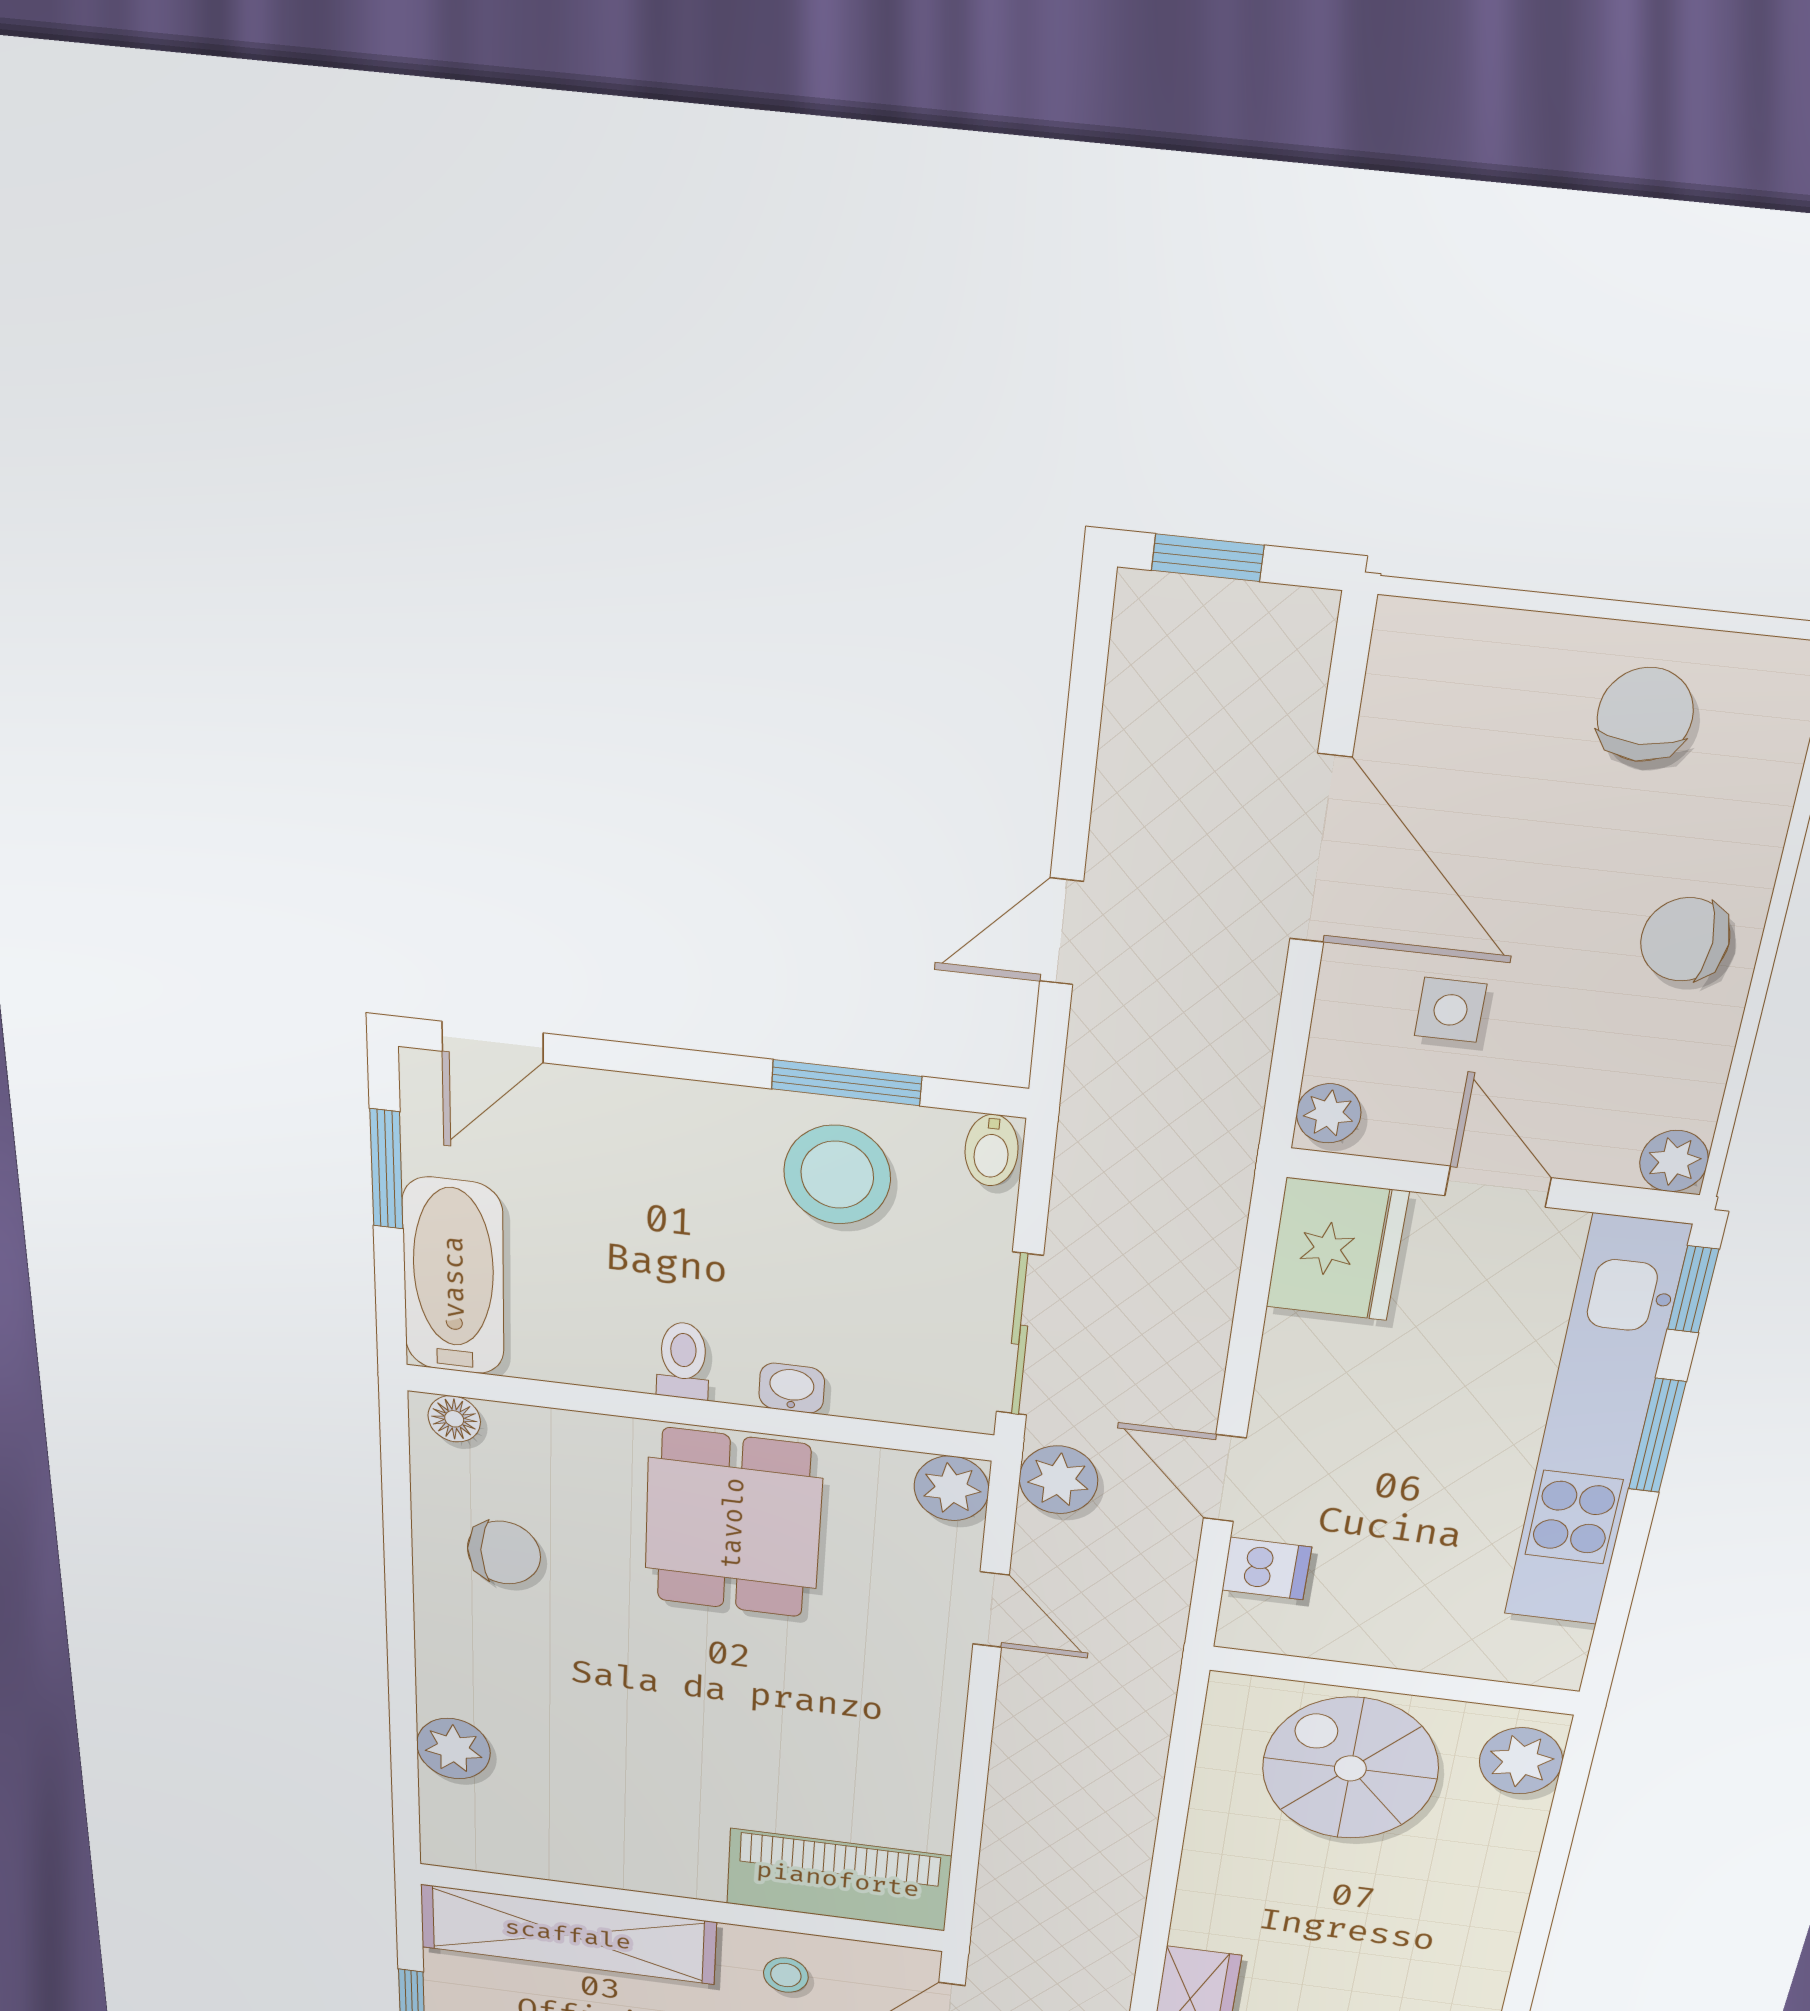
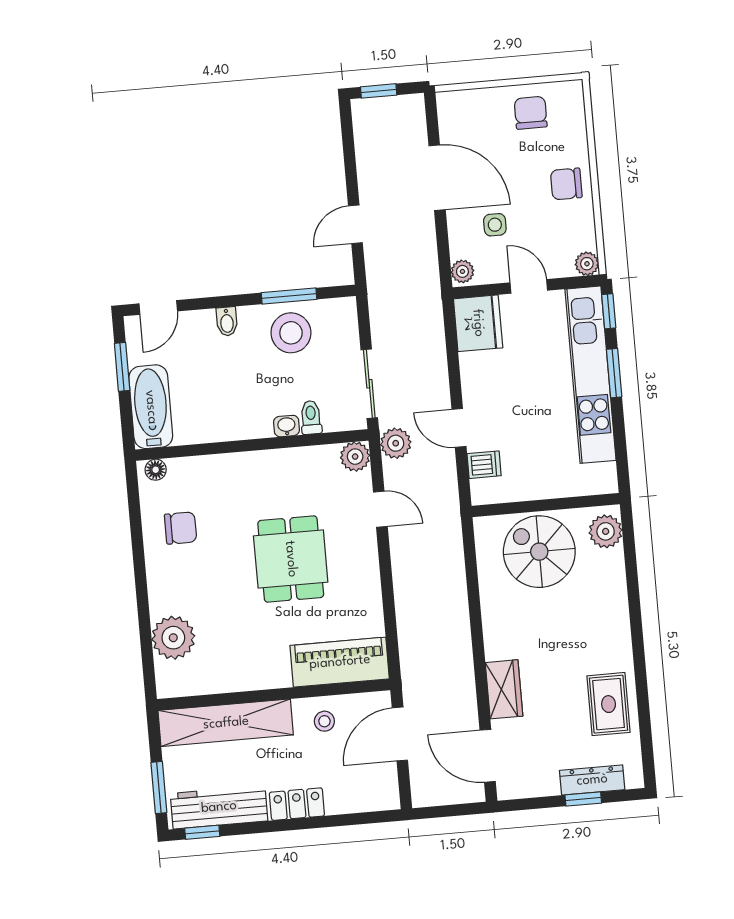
bidet: (992, 1150) -> (227, 321), moved
toilet: (683, 1361) -> (311, 417), moved
dining table: (733, 1523) -> (291, 559), moved
plant: (453, 1749) -> (173, 638), width x1.36, depth x1.36

